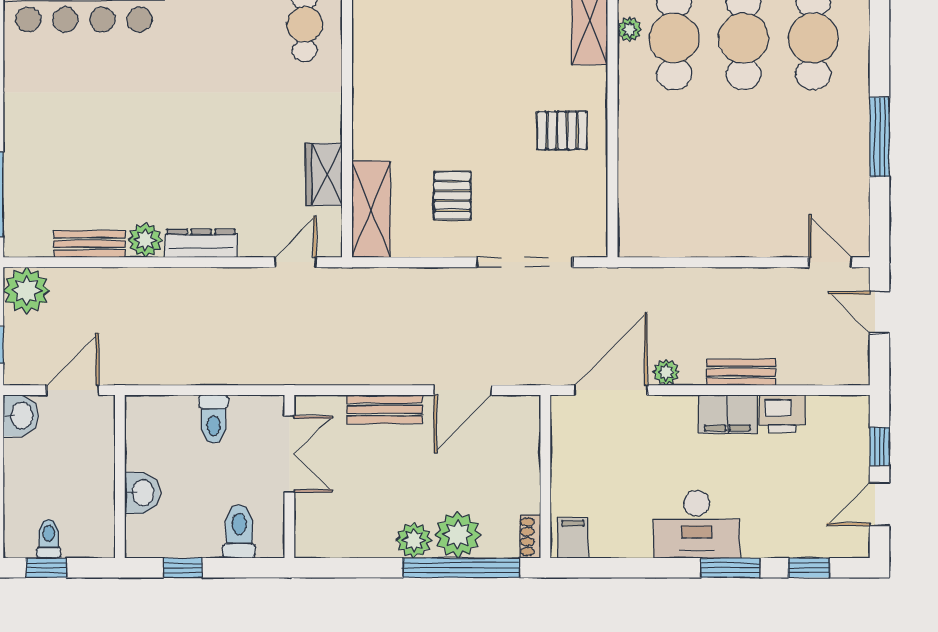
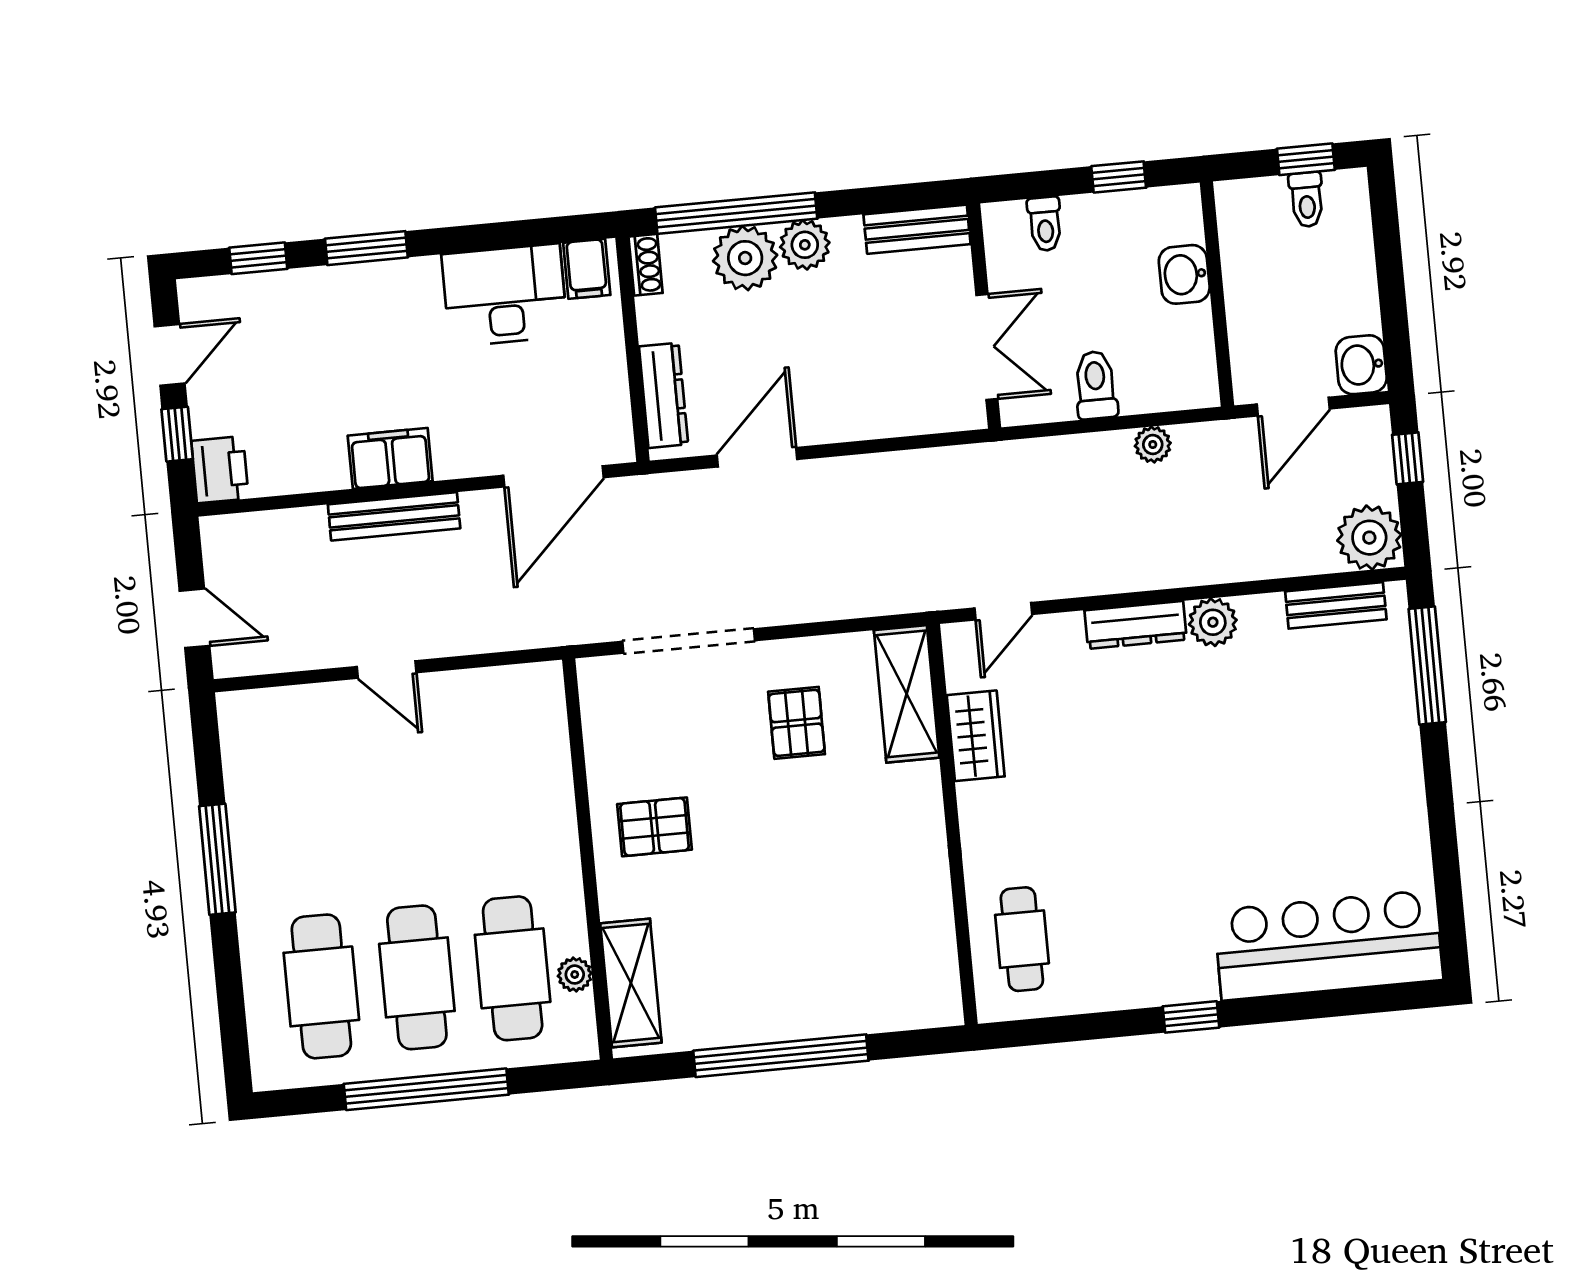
bench: (90, 244) -> (1336, 605), moved
door: (830, 262) -> (387, 670), moved
plant: (666, 372) -> (1153, 445), moved
bench: (741, 372) -> (394, 516), width x1.36
bench: (385, 409) -> (917, 229), moved
printer: (782, 414) -> (220, 470), moved, turned 90
dresser: (526, 441) -> (663, 395), added
double door: (289, 454) -> (987, 347), swing flipped
desk: (697, 524) -> (505, 295), moved
toilet: (239, 531) -> (1045, 224), width x0.73, depth x0.72

